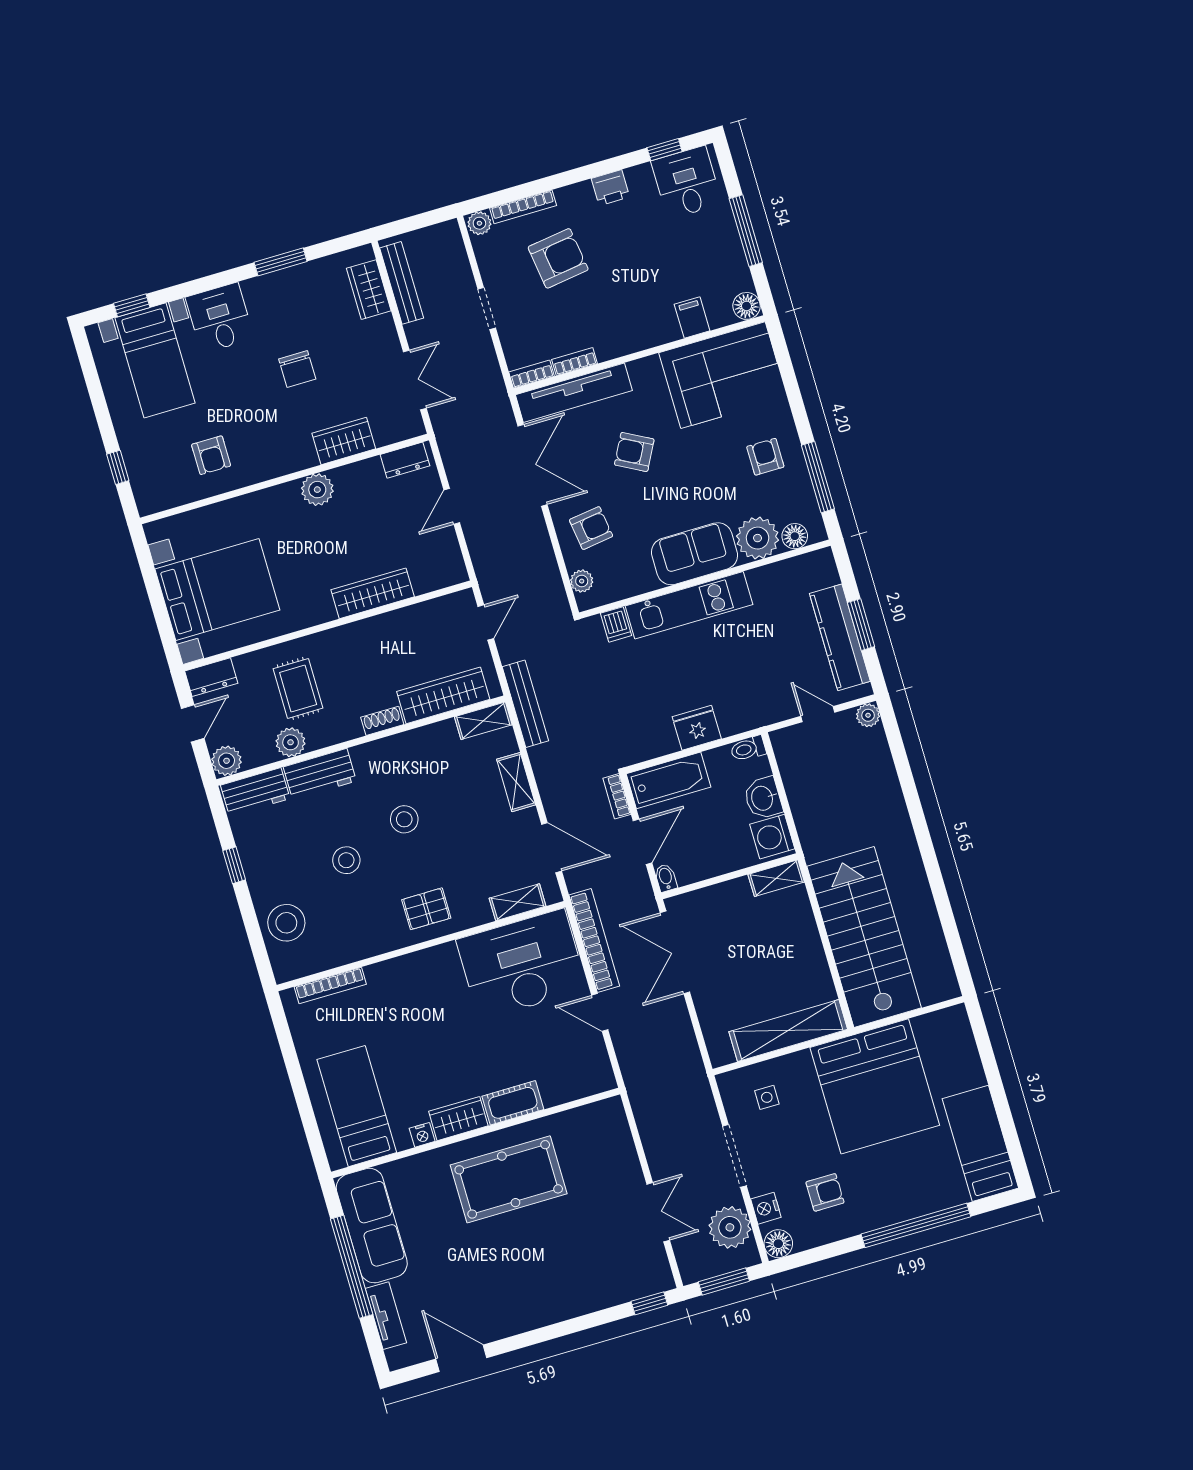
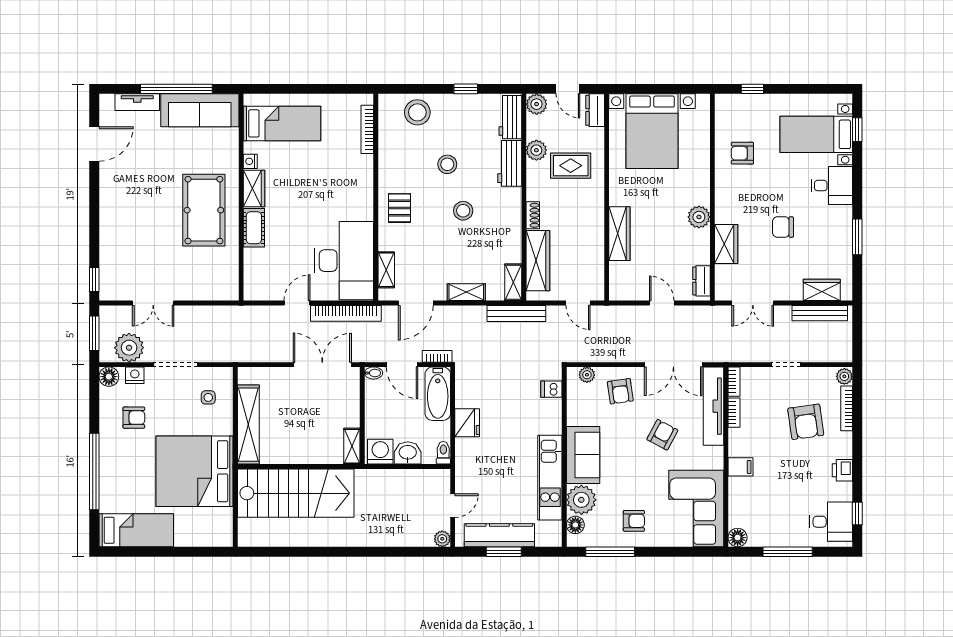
filing cabinet: (692, 317) -> (740, 467), moved
kitchen unit: (689, 605) -> (550, 478), moved
armchair: (825, 1192) -> (134, 418), turned -90

